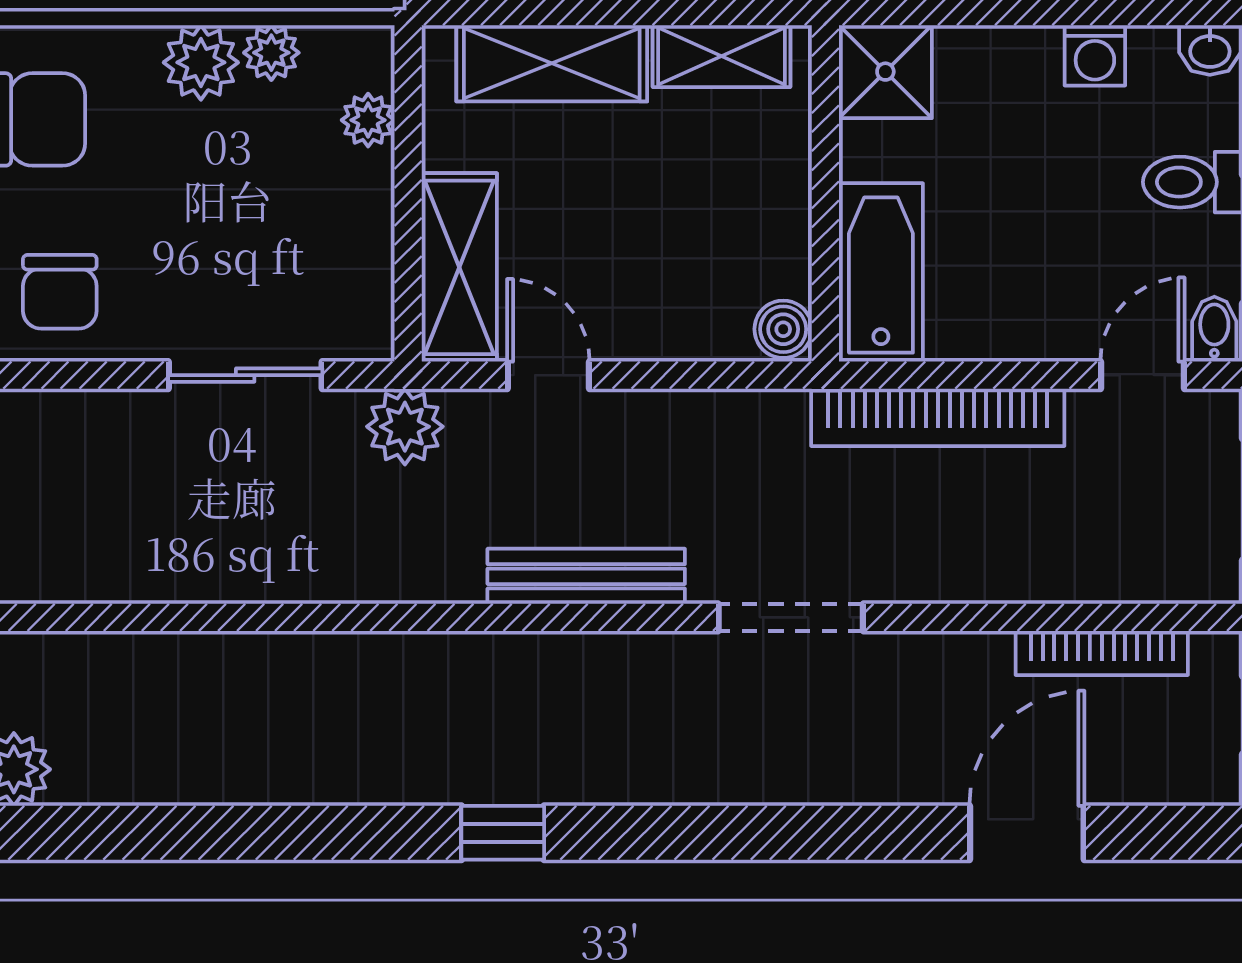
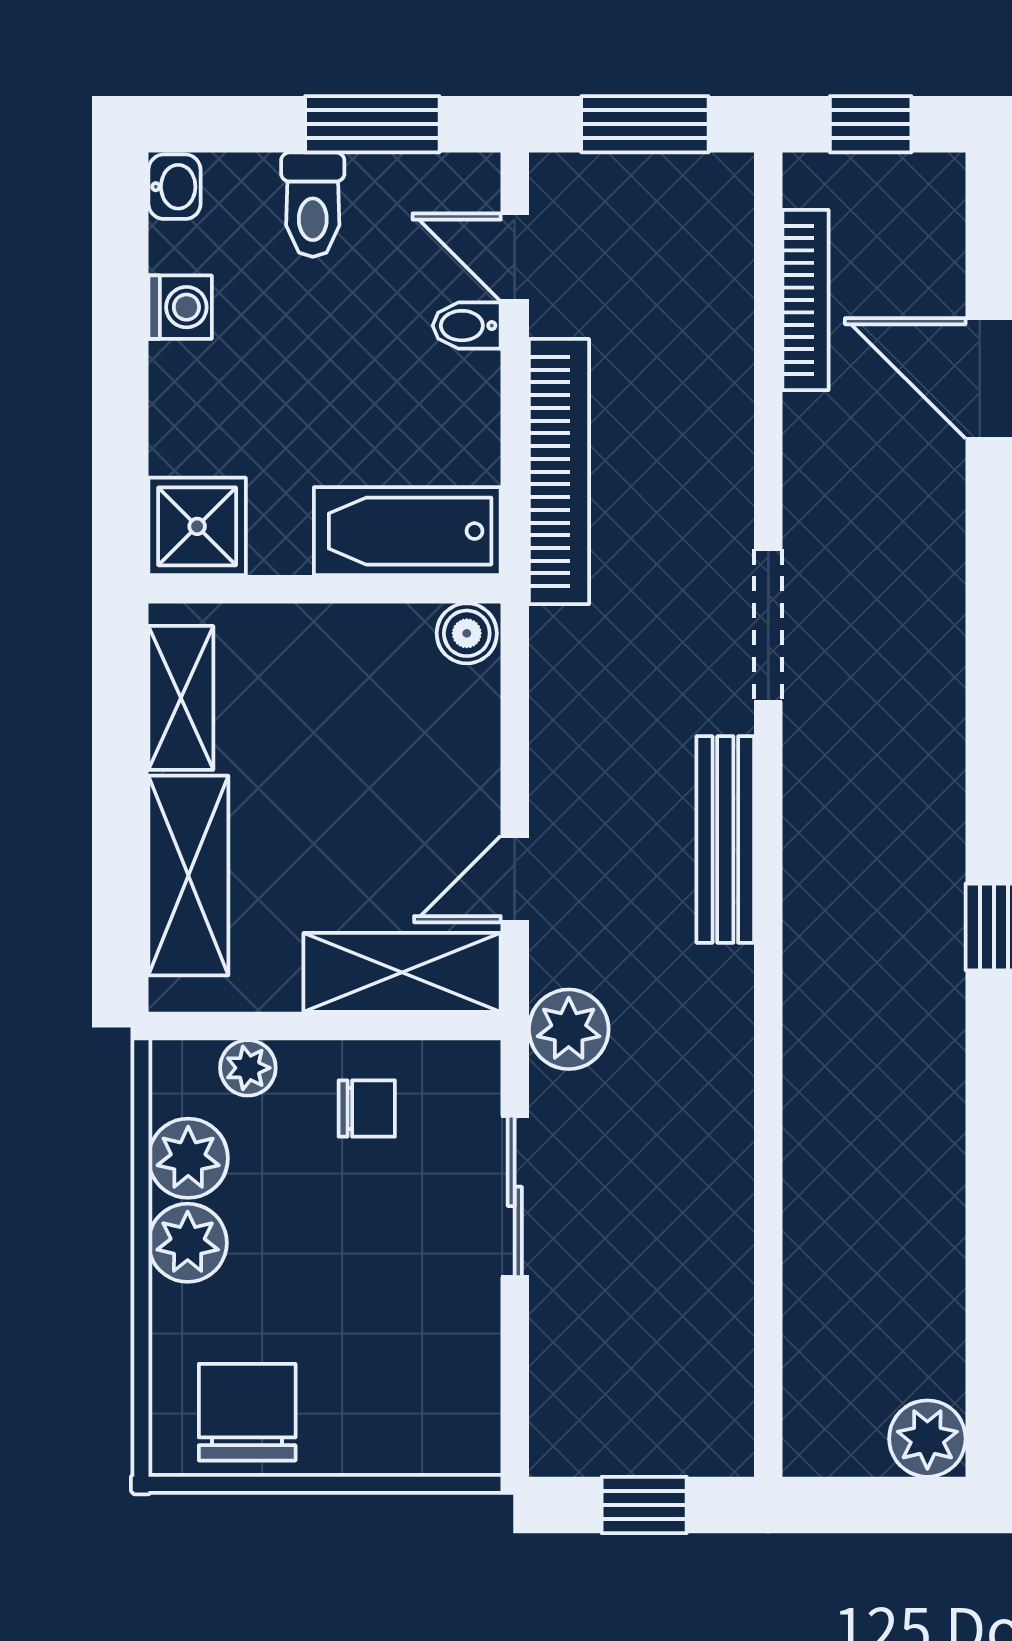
plant: (271, 53) -> (188, 1158), width x1.38, depth x1.38
chair: (60, 292) -> (367, 1109), moved, width x0.73, depth x0.73
bidet: (1214, 329) -> (467, 326), moved

